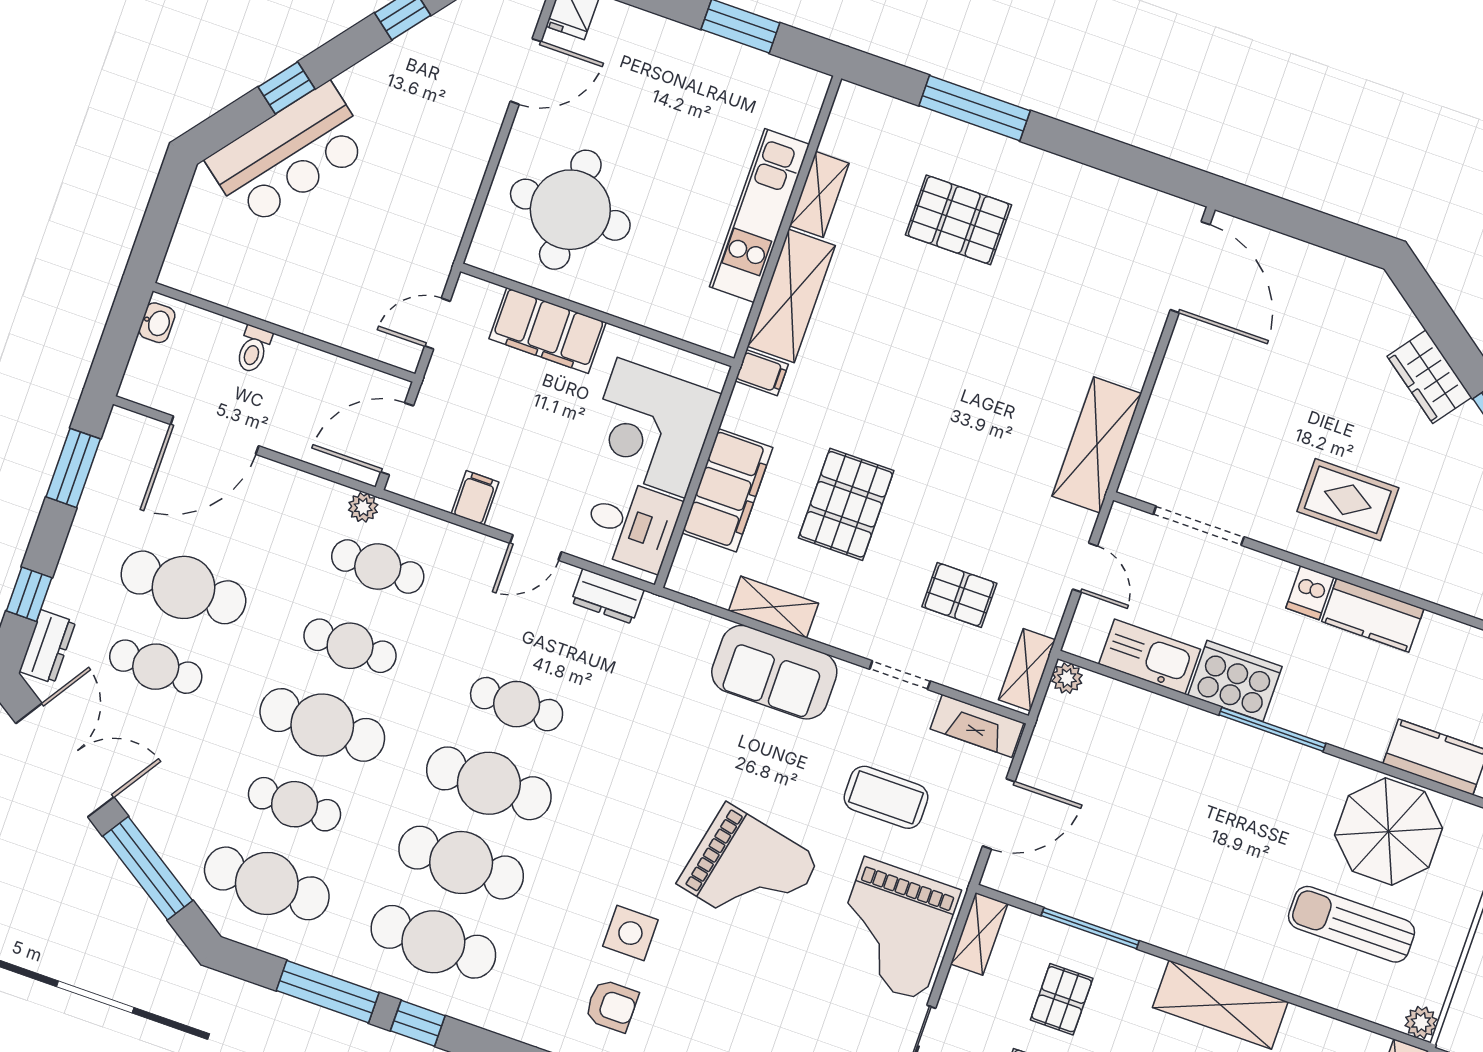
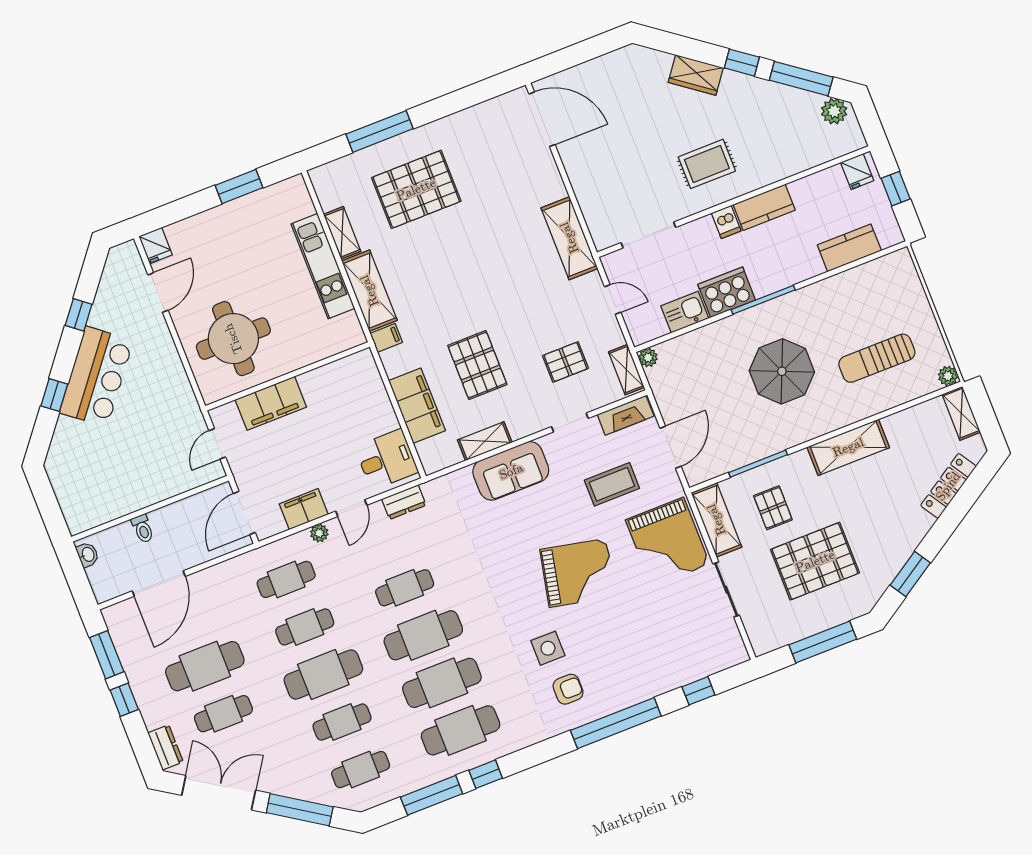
bar counter: (289, 155) -> (96, 377), moved
pallet: (958, 220) -> (416, 189), width x1.37, depth x1.41
corner desk: (651, 428) -> (357, 407), removed
filing cabinet: (475, 498) -> (304, 509), width x2.00
plant: (363, 507) -> (319, 533), moved
window: (29, 594) -> (124, 700), moved
kitchen sink: (1150, 657) -> (685, 312), width x0.73
parasol: (1389, 831) -> (782, 371), moved
cafe table: (267, 883) -> (361, 770), width x0.73, depth x0.74
shelving: (979, 934) -> (716, 520), width x1.50, depth x1.33

